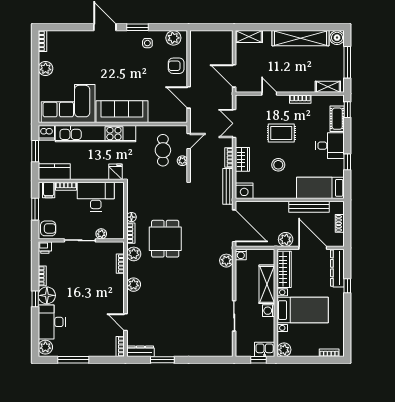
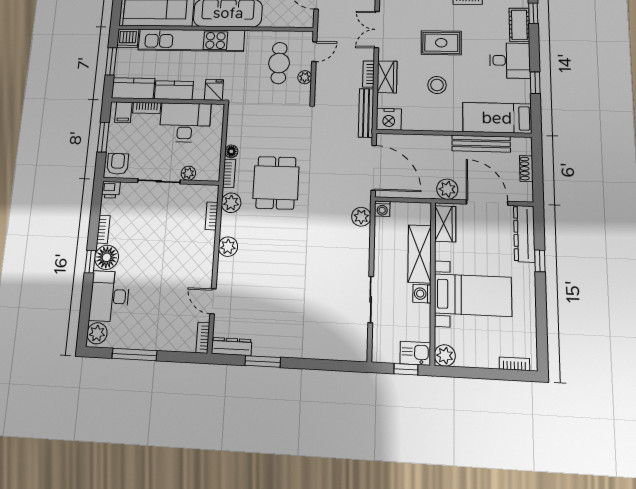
kitchen counter: (85, 172) -> (174, 90), added
armchair: (48, 228) -> (118, 164), turned -90
wardrobe: (284, 269) -> (445, 224), width x0.67

